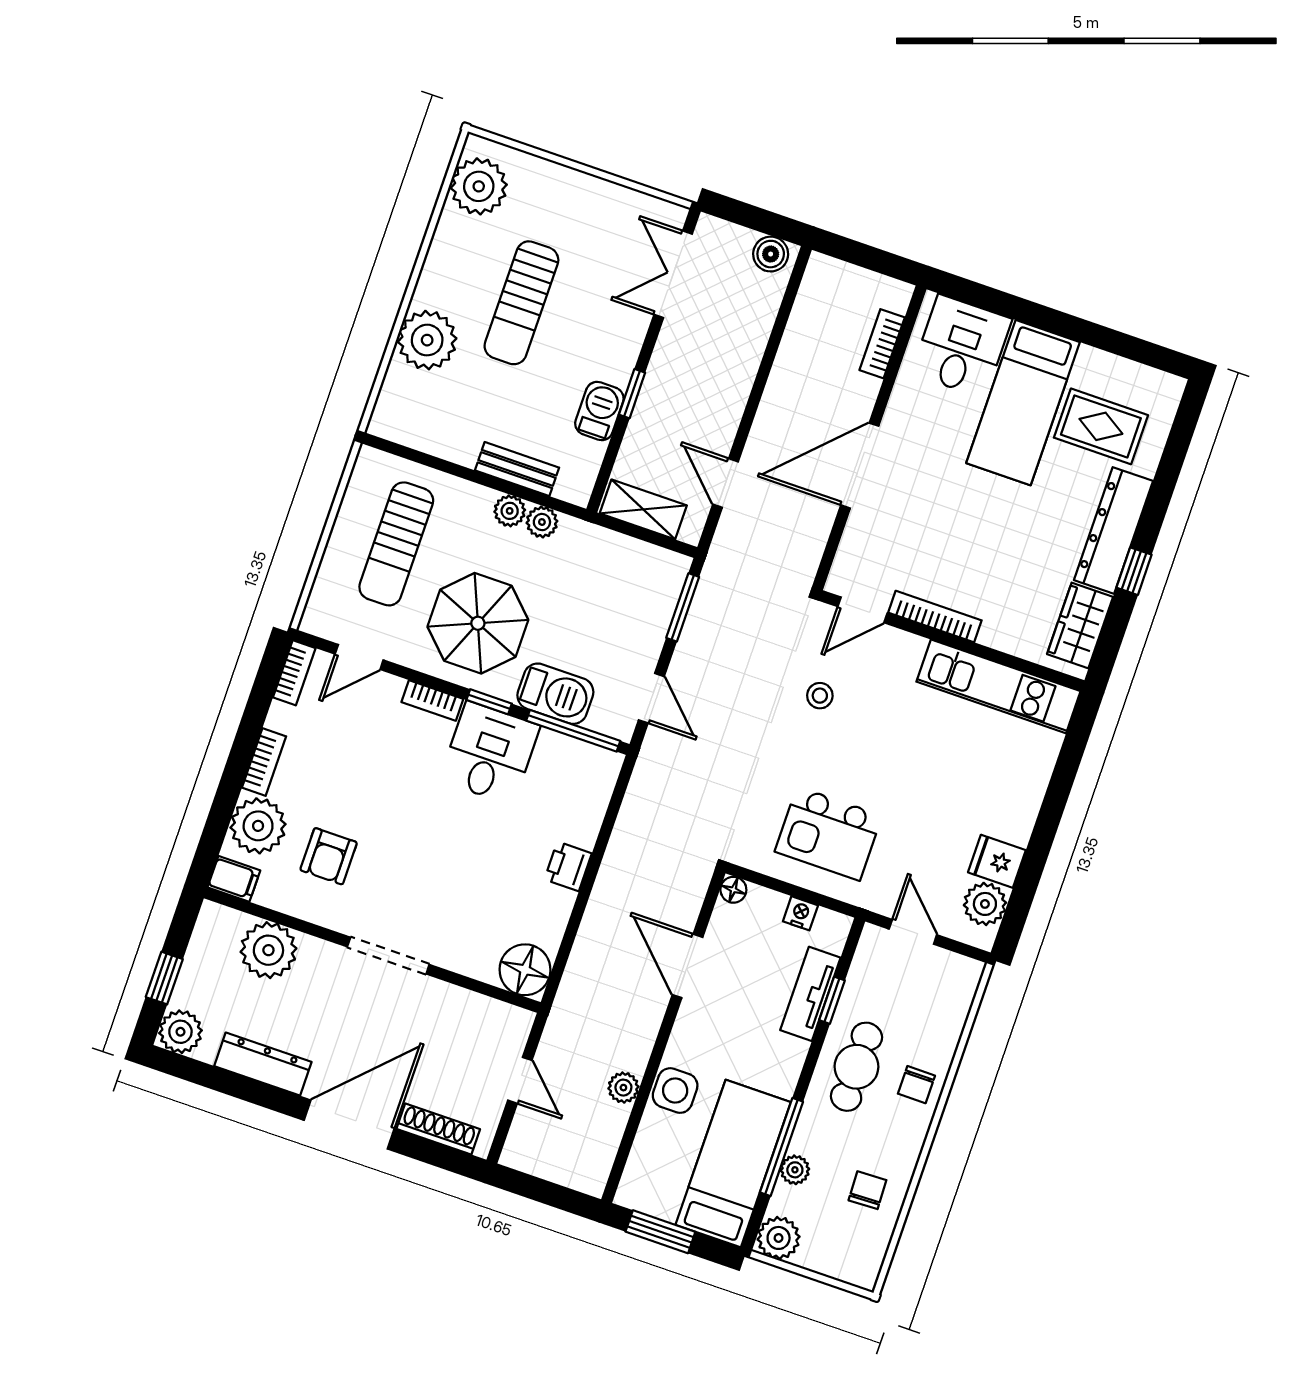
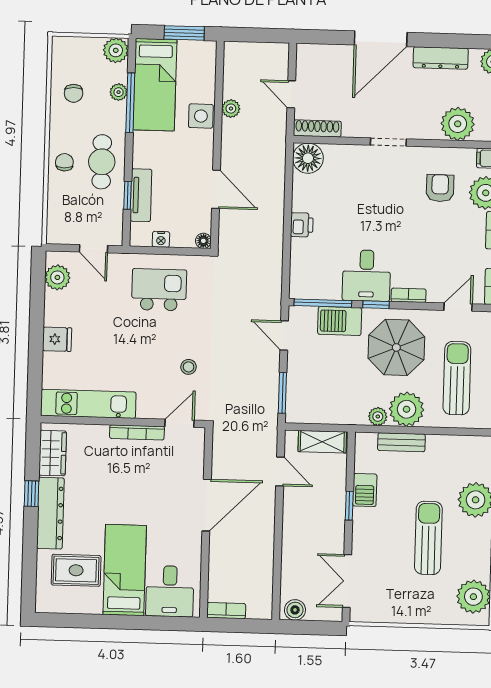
double door: (673, 274) -> (347, 581), swing flipped
bookcase: (882, 344) -> (226, 611), moved, turned -90
plant: (510, 511) -> (407, 409), width x1.88, depth x1.88
fridge: (997, 861) -> (57, 339), moved
doorway: (388, 956) -> (388, 142), width x0.73
shoe rack: (438, 1129) -> (317, 128), moved, turned 180

